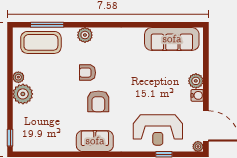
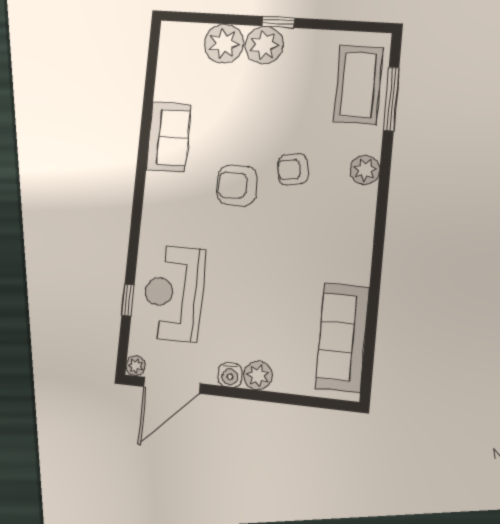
armchair: (87, 73) -> (293, 169), turned -99
plant: (18, 77) -> (224, 44), moved, width x1.87, depth x1.87
window: (10, 138) -> (278, 22), moved
sofa: (95, 141) -> (168, 137), moved

